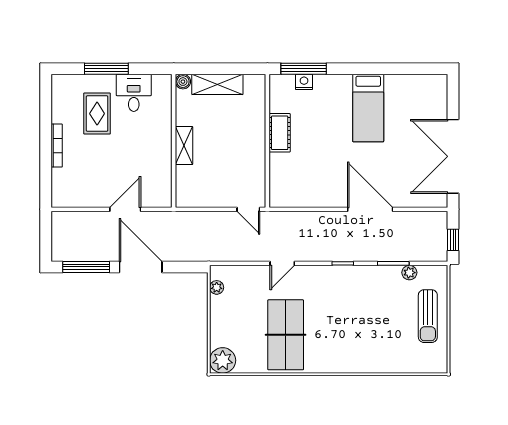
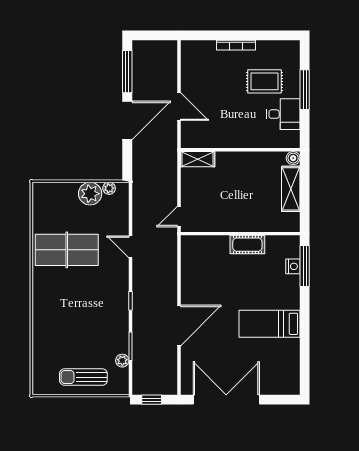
shelving: (184, 146) -> (198, 159), moved
plant: (223, 360) -> (90, 194), moved

